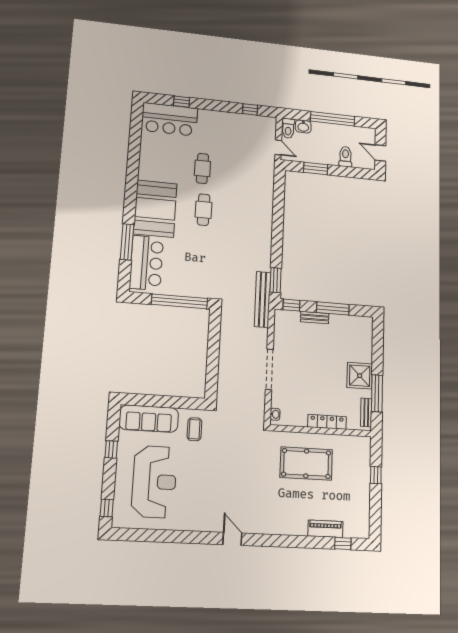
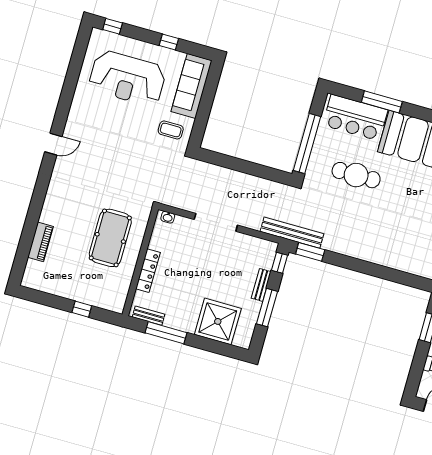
cafe table: (204, 210) -> (356, 175), moved, width x1.37, depth x1.35
shower: (360, 376) -> (218, 321), moved, width x1.37, depth x1.37
window: (343, 543) -> (22, 256), removed

